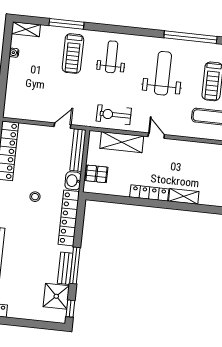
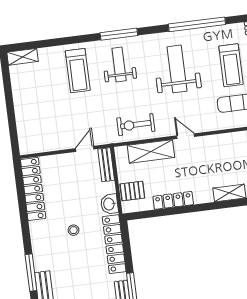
window: (67, 24) -> (119, 34), moved
water cooler: (14, 53) -> (16, 84), removed
bench: (78, 150) -> (106, 165), width x0.73
locker: (149, 193) -> (173, 200), moved

